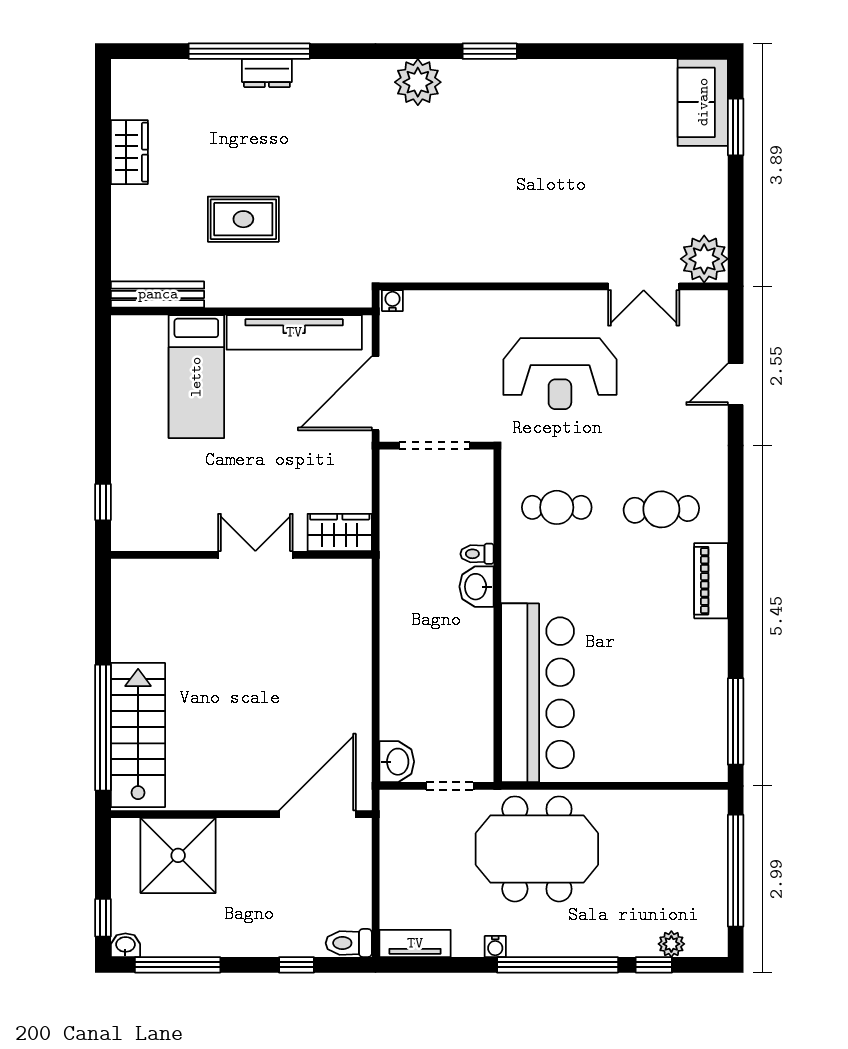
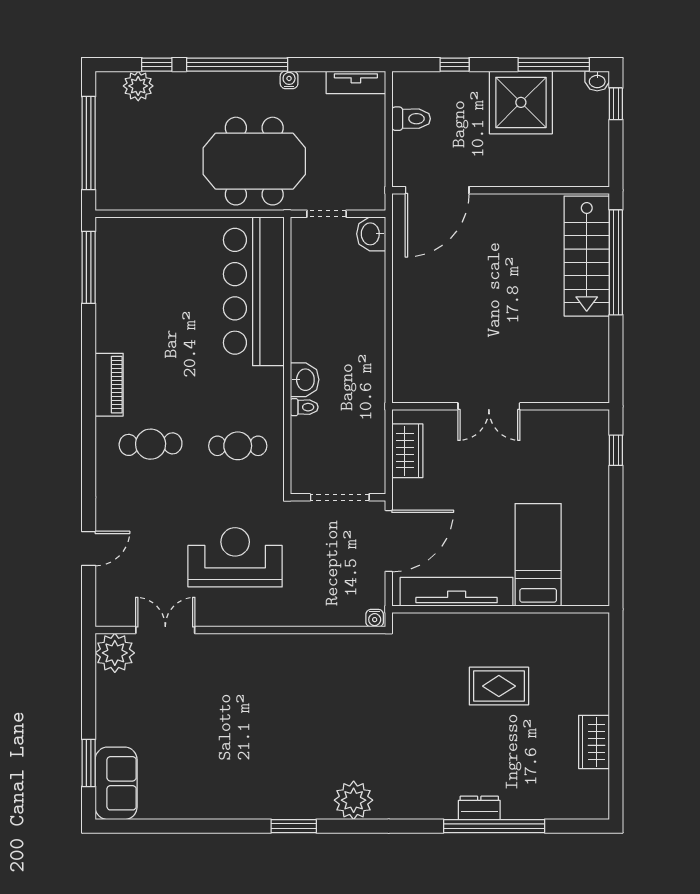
bench: (158, 294) -> (570, 623), removed
wardrobe: (340, 532) -> (407, 451), moved, turned -90
shower: (178, 855) -> (521, 102), moved
toilet: (349, 943) -> (411, 119), moved
plant: (671, 944) -> (138, 86), width x1.38, depth x1.38

